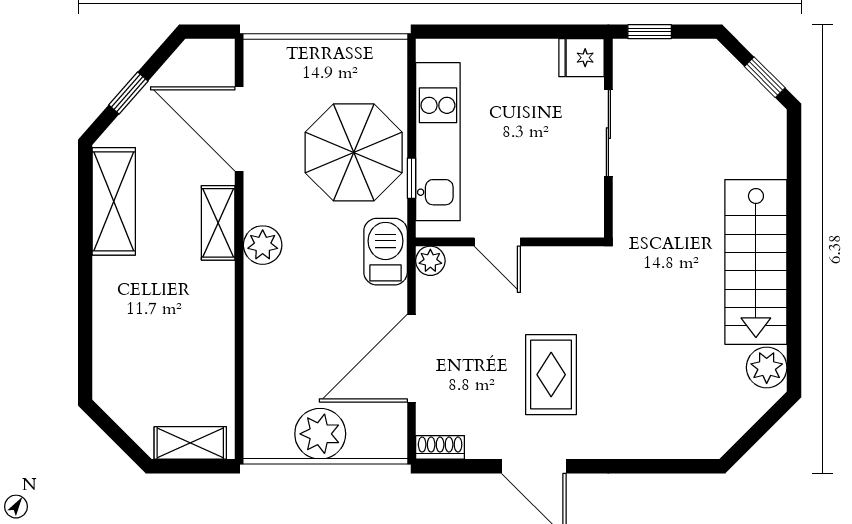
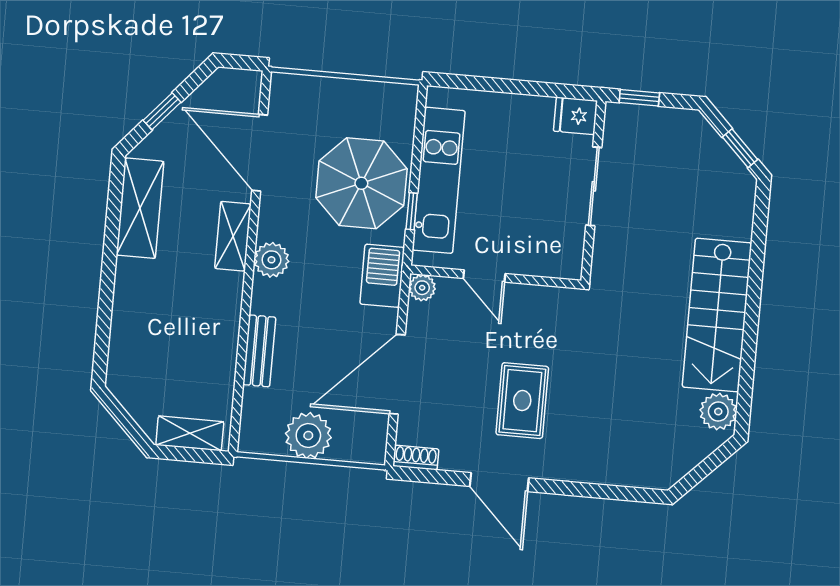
bench: (258, 346) -> (259, 351), added

